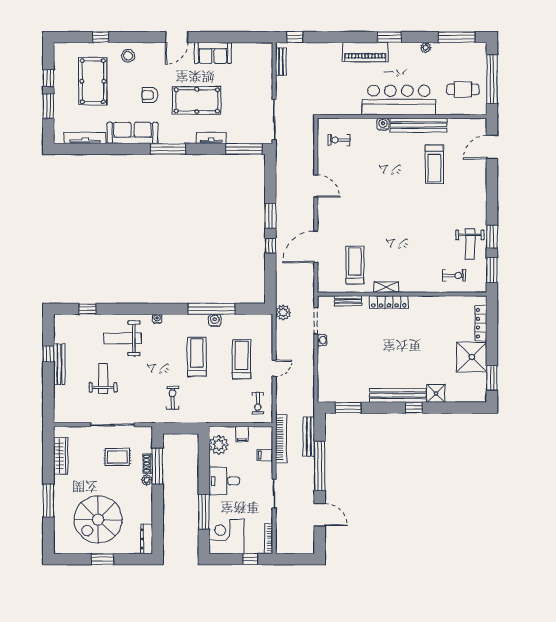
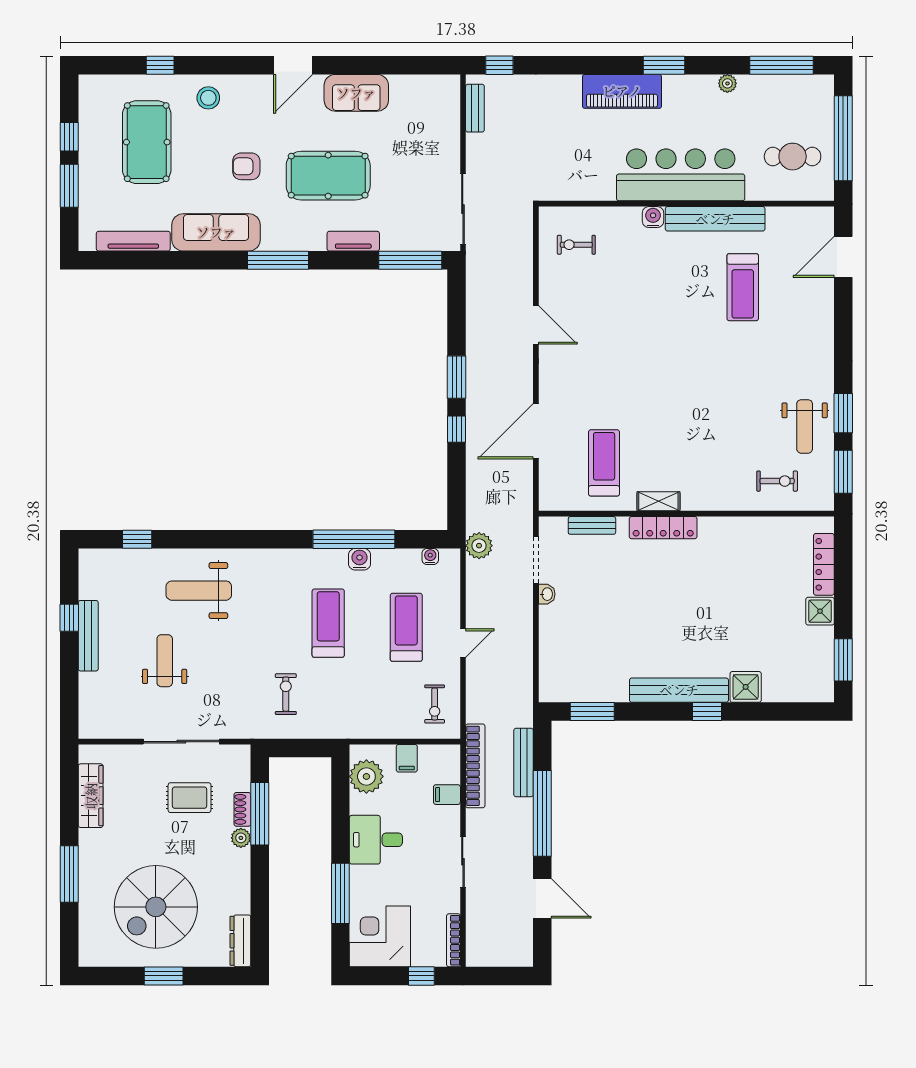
water cooler: (157, 319) -> (430, 556), moved
shower: (472, 357) -> (820, 611), width x0.54, depth x0.54

